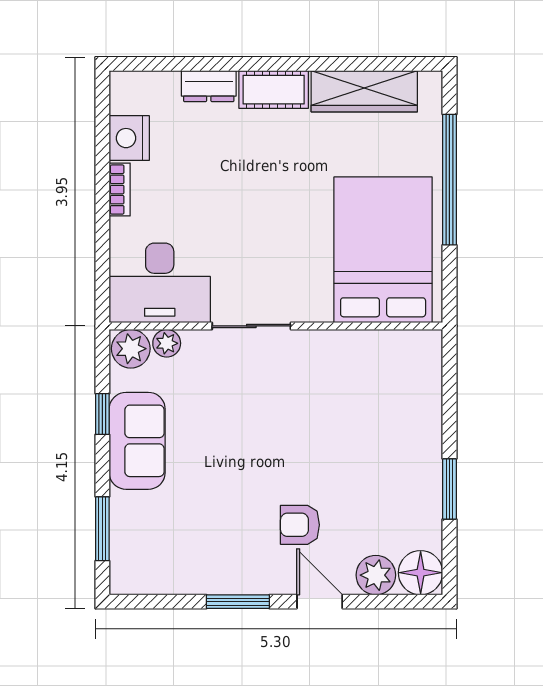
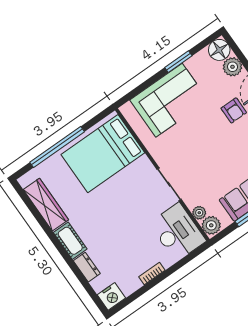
nightstand: (129, 138) -> (111, 296), moved
corner sofa: (395, 427) -> (169, 100), added

